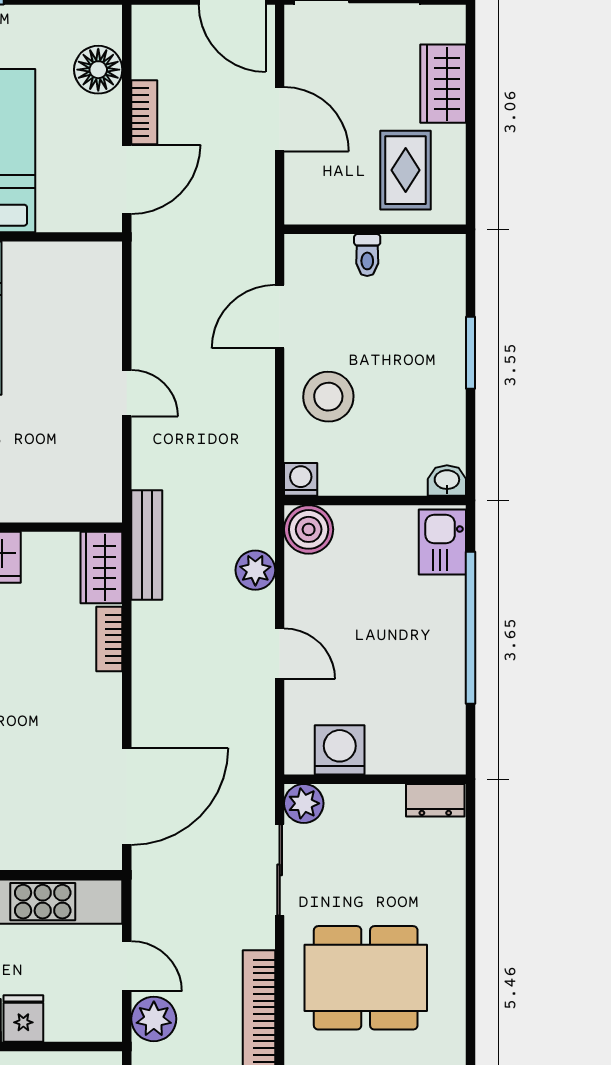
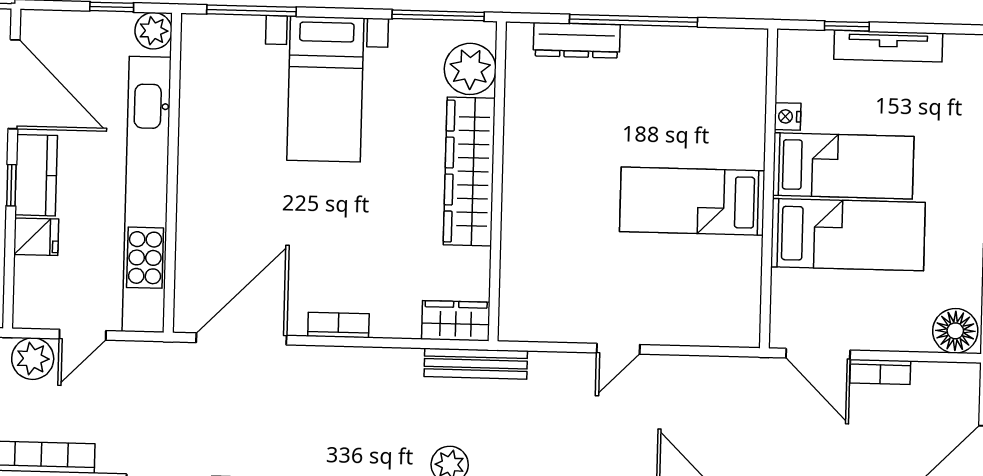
floor lamp: (98, 70) -> (955, 331), moved
bookcase: (109, 639) -> (338, 325), moved
door: (127, 796) -> (241, 339), swing flipped

